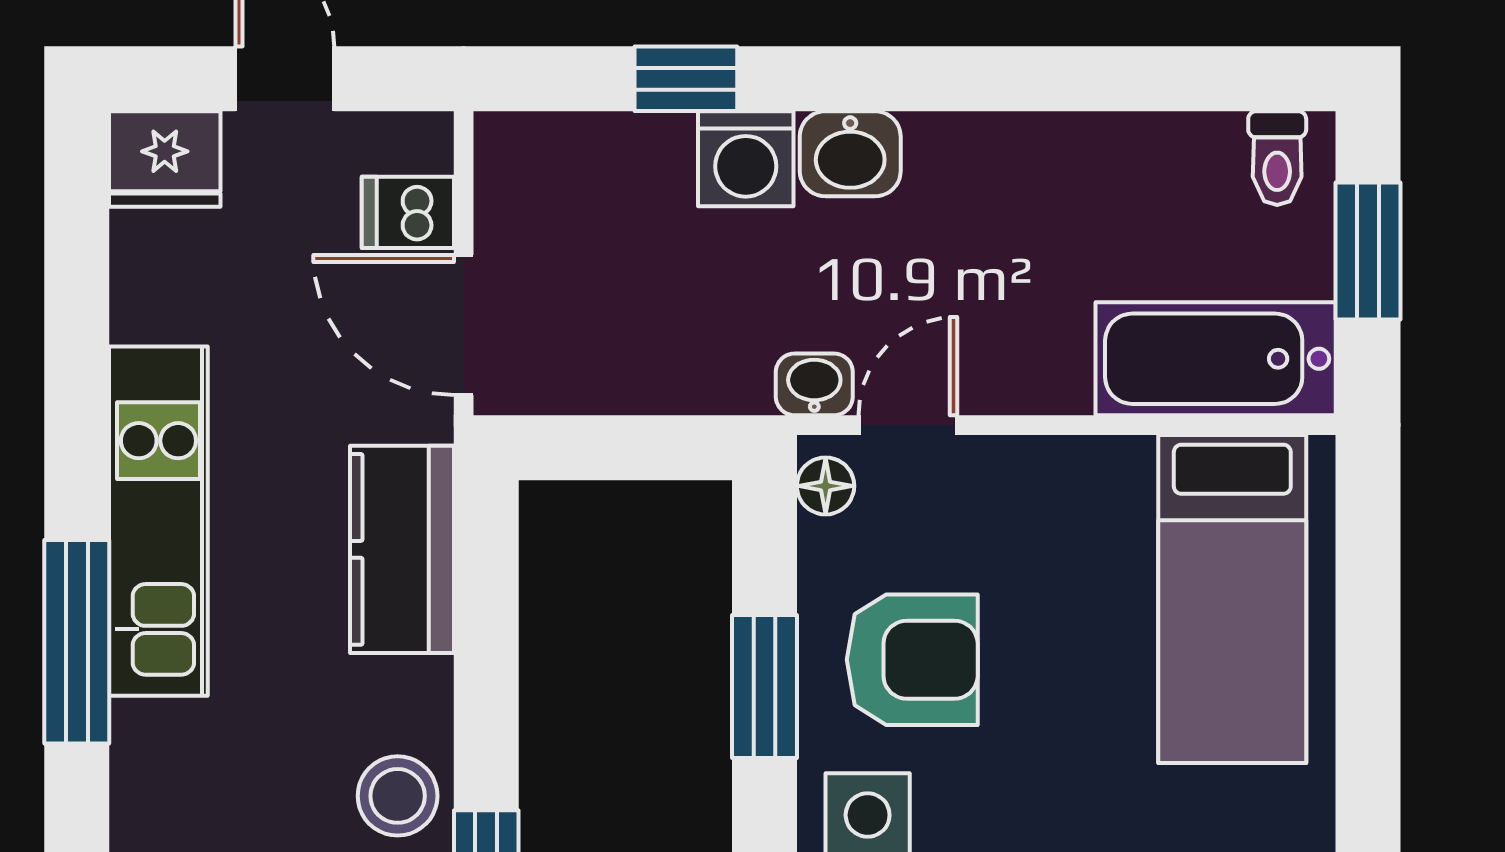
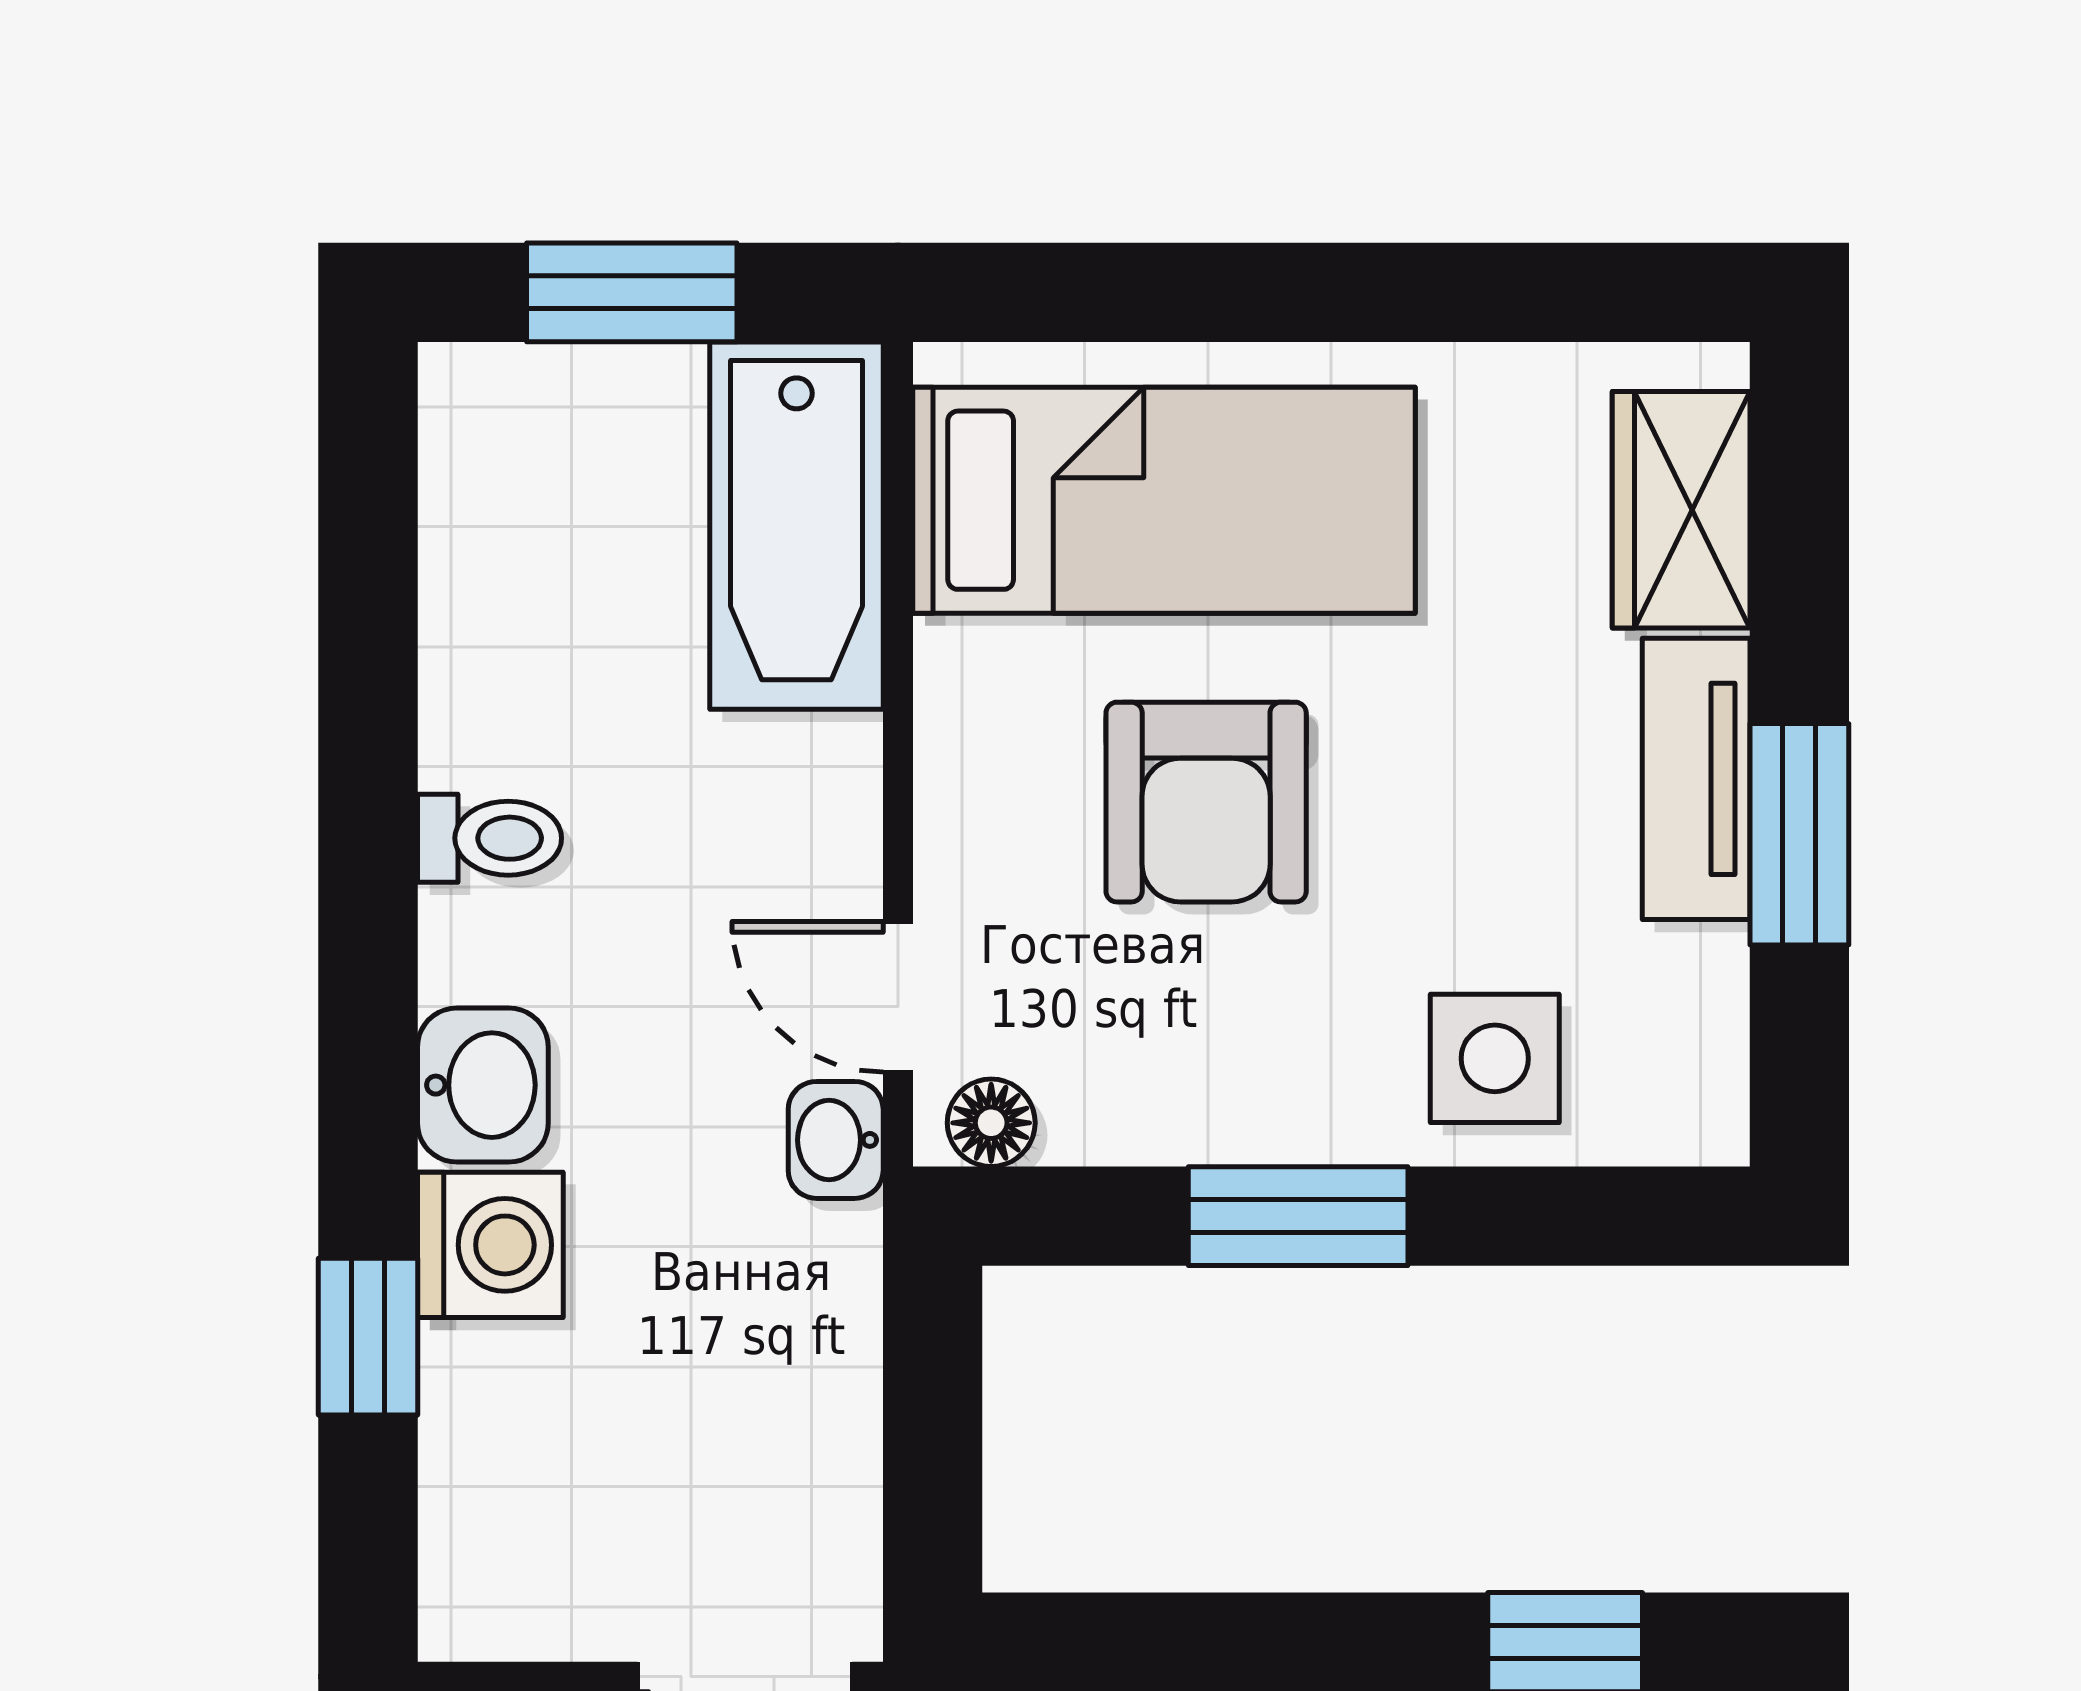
toilet: (1277, 158) -> (489, 838), moved
armchair: (912, 660) -> (1206, 802), moved, turned 180

